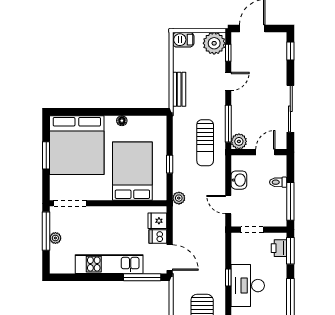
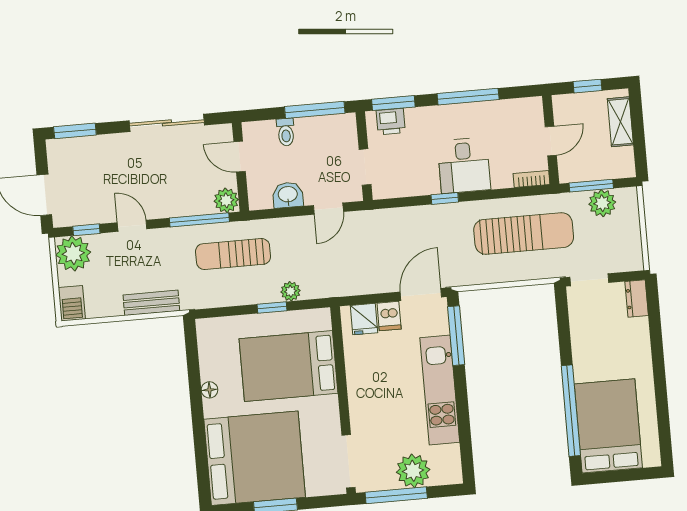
window: (290, 51) -> (75, 131), width x1.50
sun lounger: (205, 143) -> (233, 254), turned 180
plant: (179, 198) -> (291, 291), moved
plant: (55, 238) -> (413, 471), width x1.88, depth x1.88
desk: (248, 286) -> (464, 165), width x0.73

